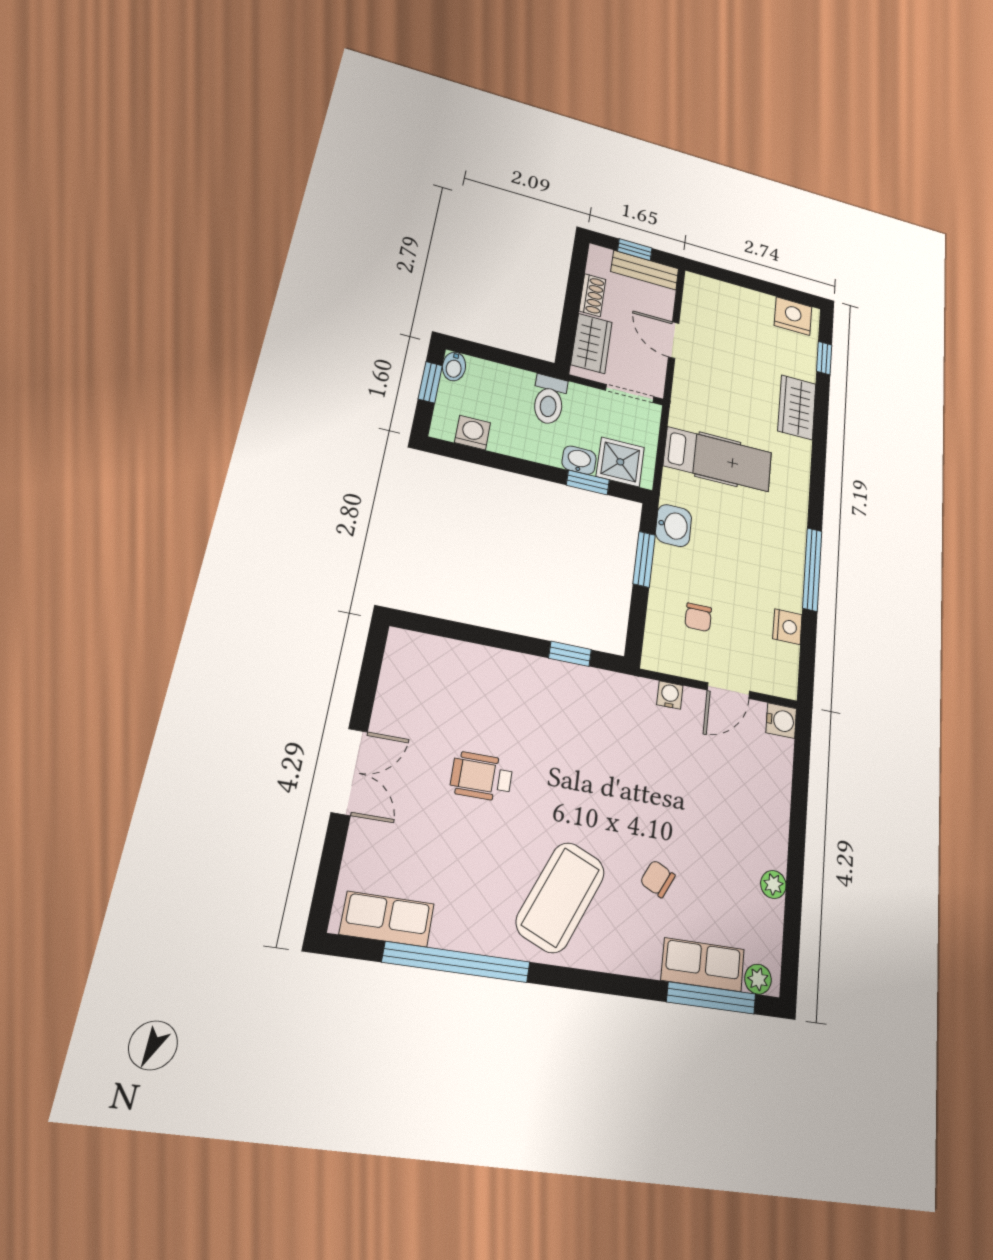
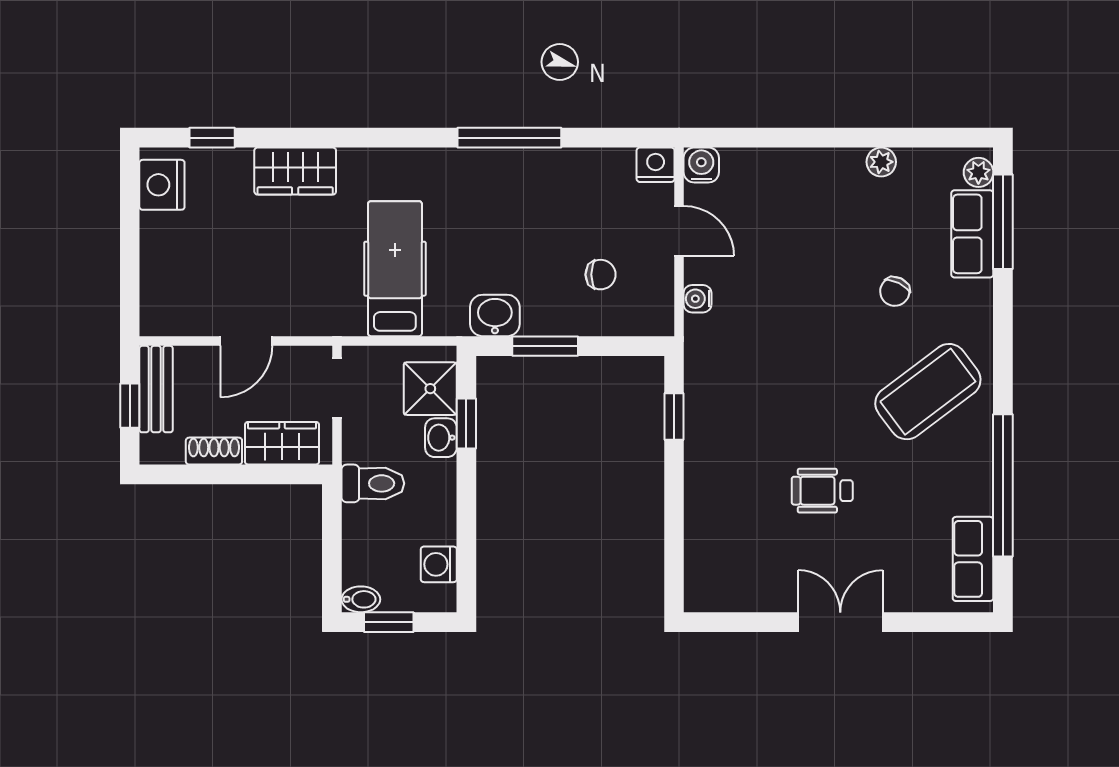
nightstand: (787, 627) -> (656, 165), moved
wheelchair: (482, 777) -> (822, 491), turned 90
coffee table: (561, 897) -> (928, 392), turned -60

